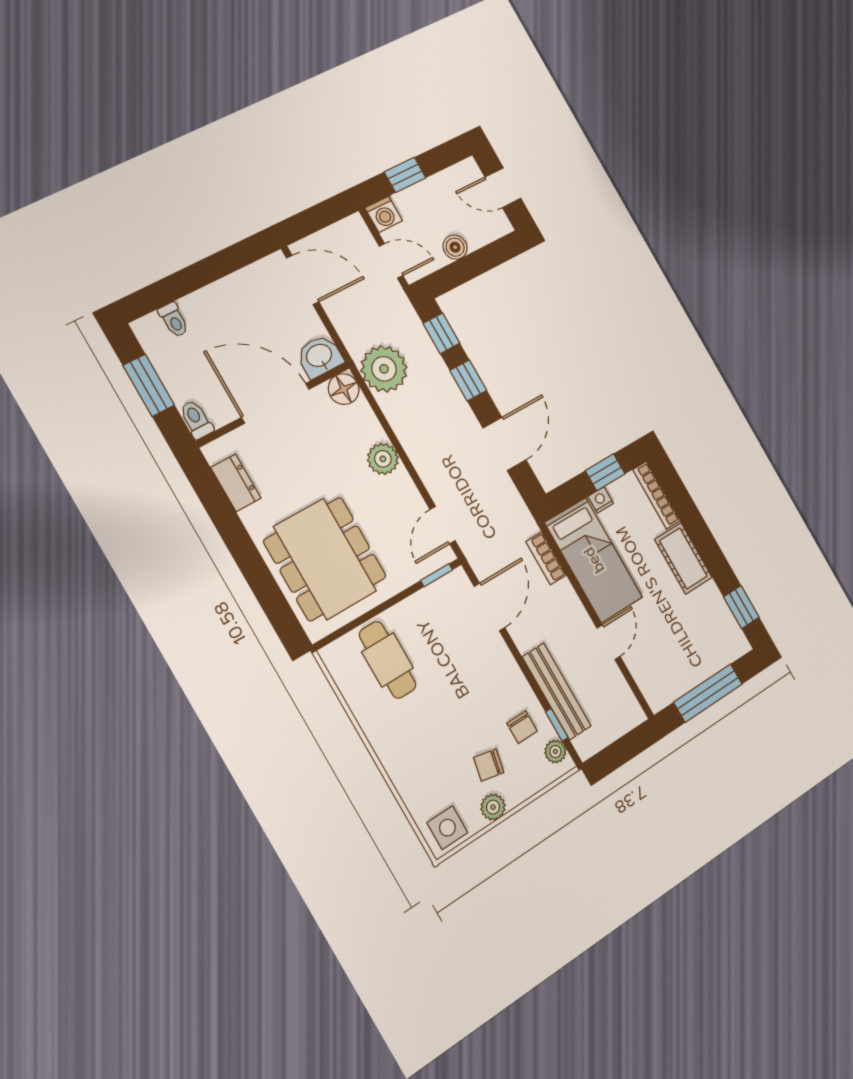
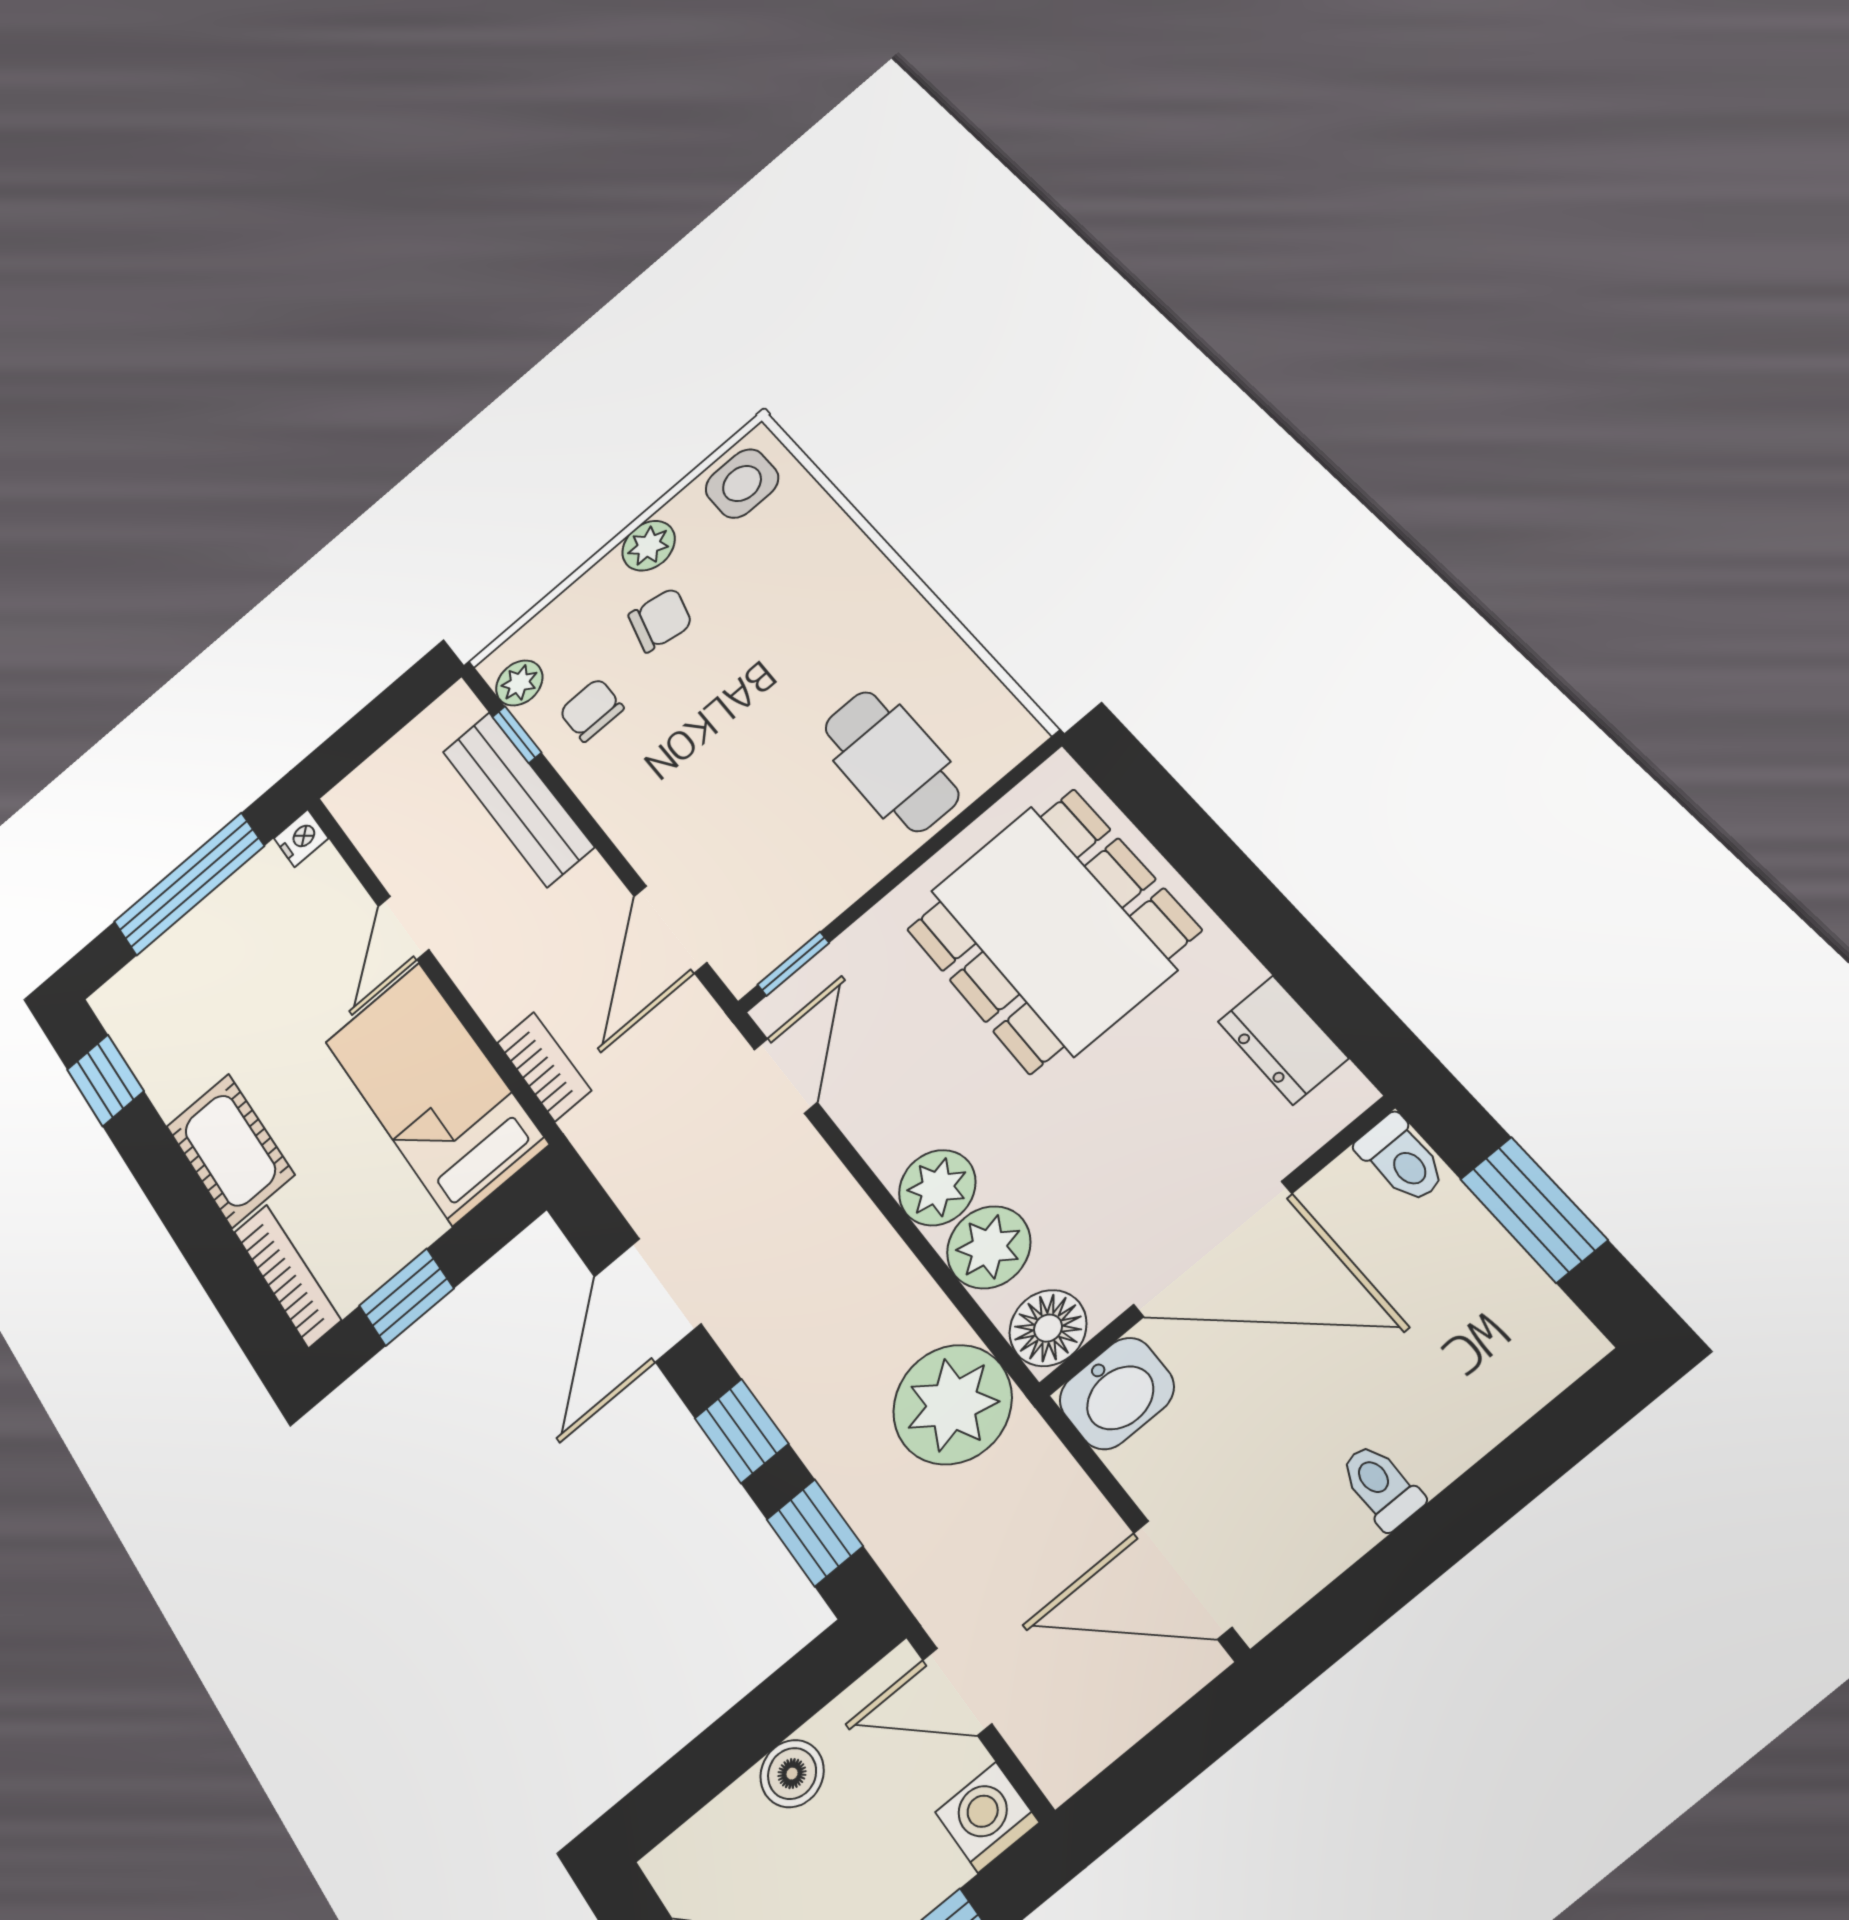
toilet: (174, 320) -> (1381, 1486), moved
plant: (364, 428) -> (989, 1247), added
nightstand: (601, 500) -> (301, 838), moved, turned -90

